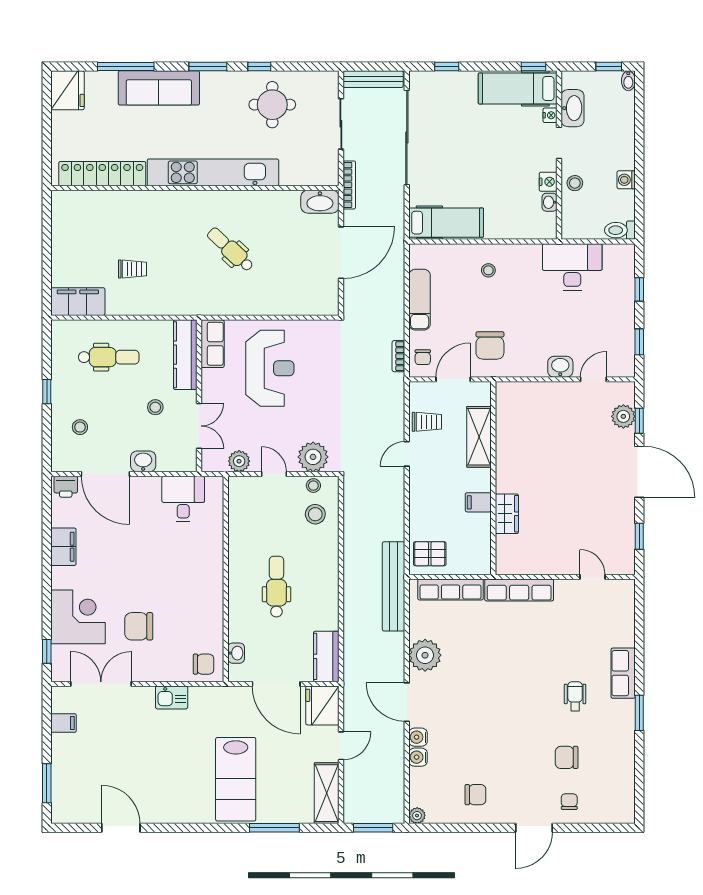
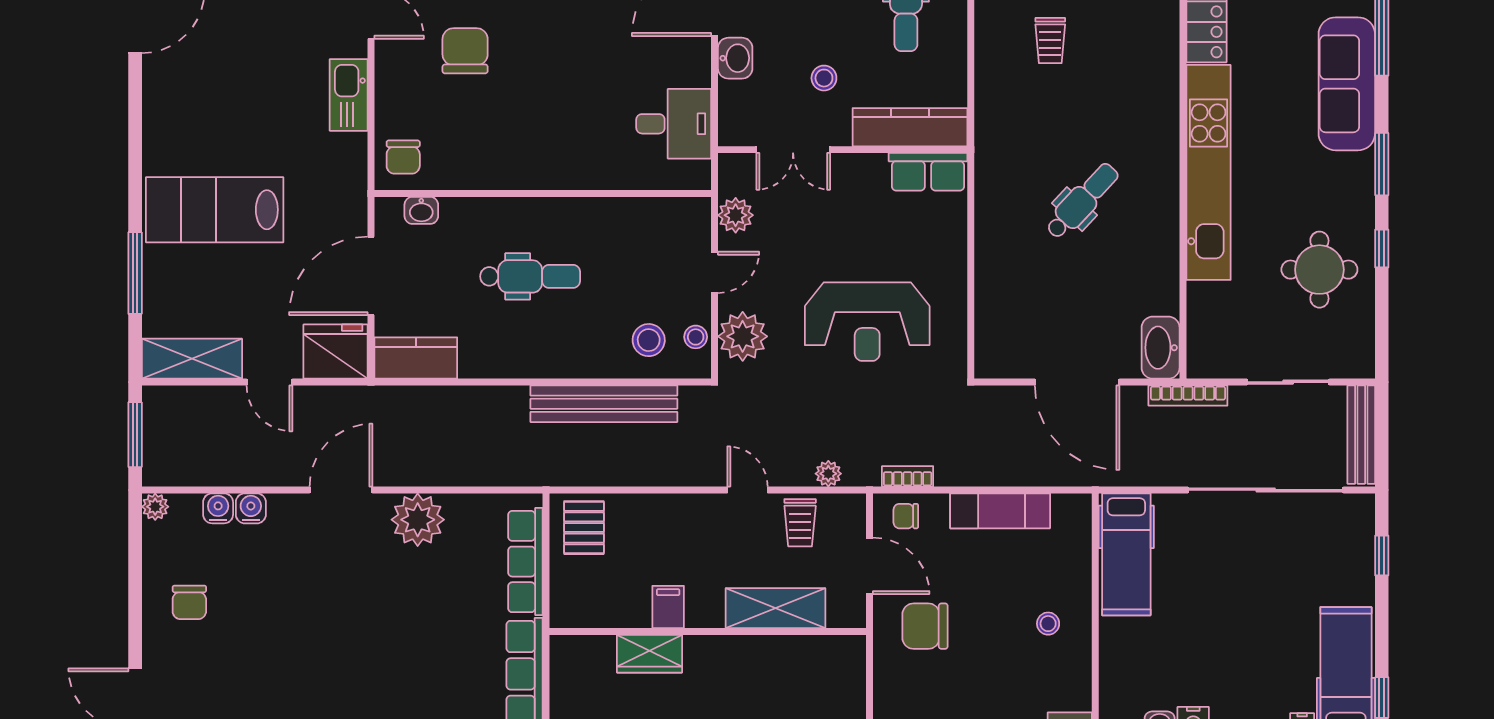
reception desk: (270, 368) -> (867, 322), moved
plant: (397, 405) -> (828, 474), added
bench: (394, 586) -> (604, 404), moved
kitchen sink: (172, 697) -> (349, 95), width x1.38
water cooler: (418, 737) -> (218, 508), moved

